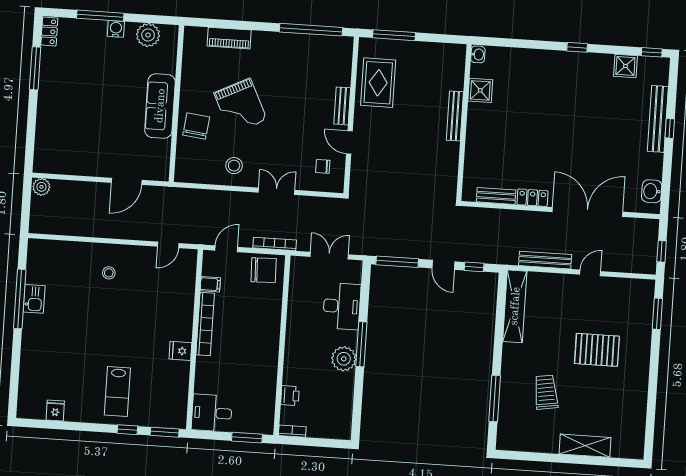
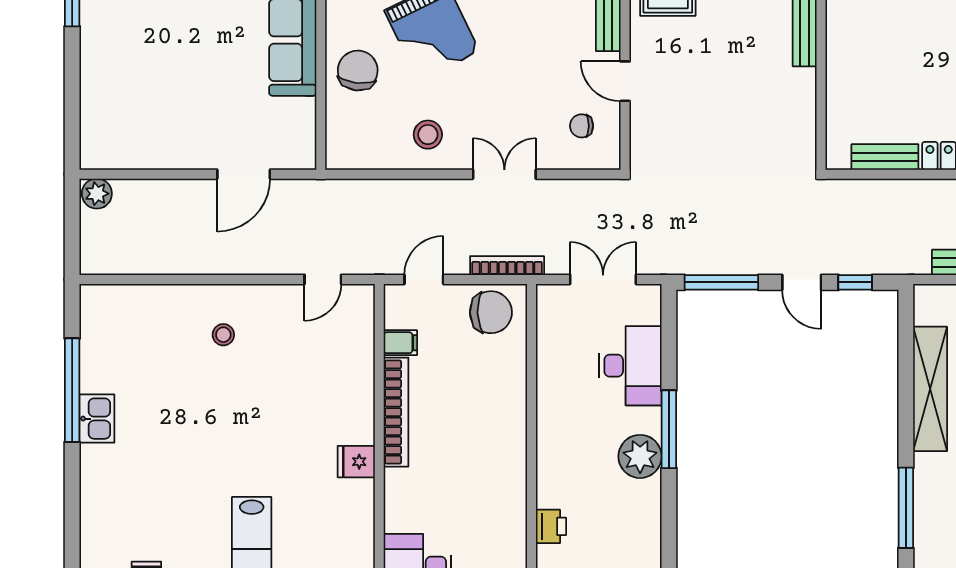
kitchen sink: (34, 299) -> (97, 419), moved
shelving: (515, 306) -> (930, 389), moved

